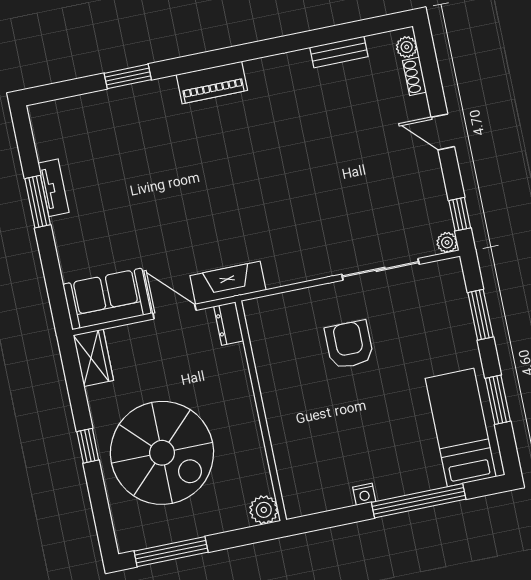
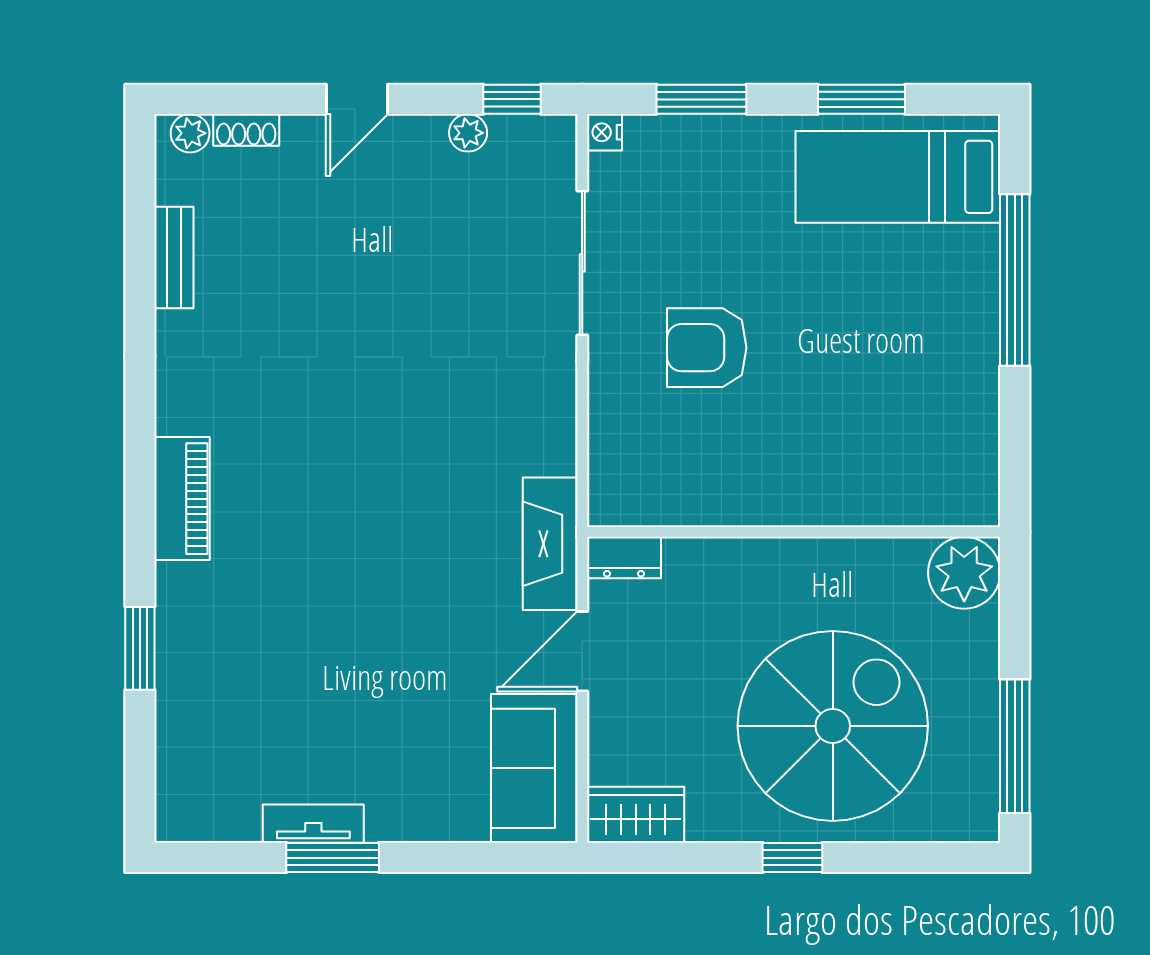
plant: (447, 243) -> (468, 133), moved
nightstand: (364, 494) -> (604, 132), moved, turned 180
plant: (264, 510) -> (964, 573), width x1.36, depth x1.36

